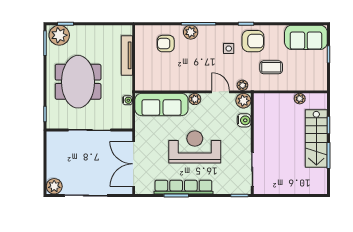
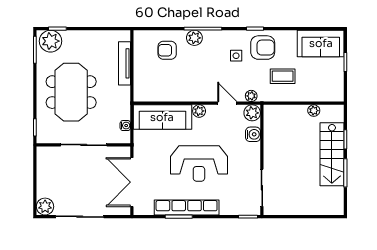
water cooler: (128, 100) -> (125, 126), moved
reception desk: (195, 147) -> (199, 163), turned 180

